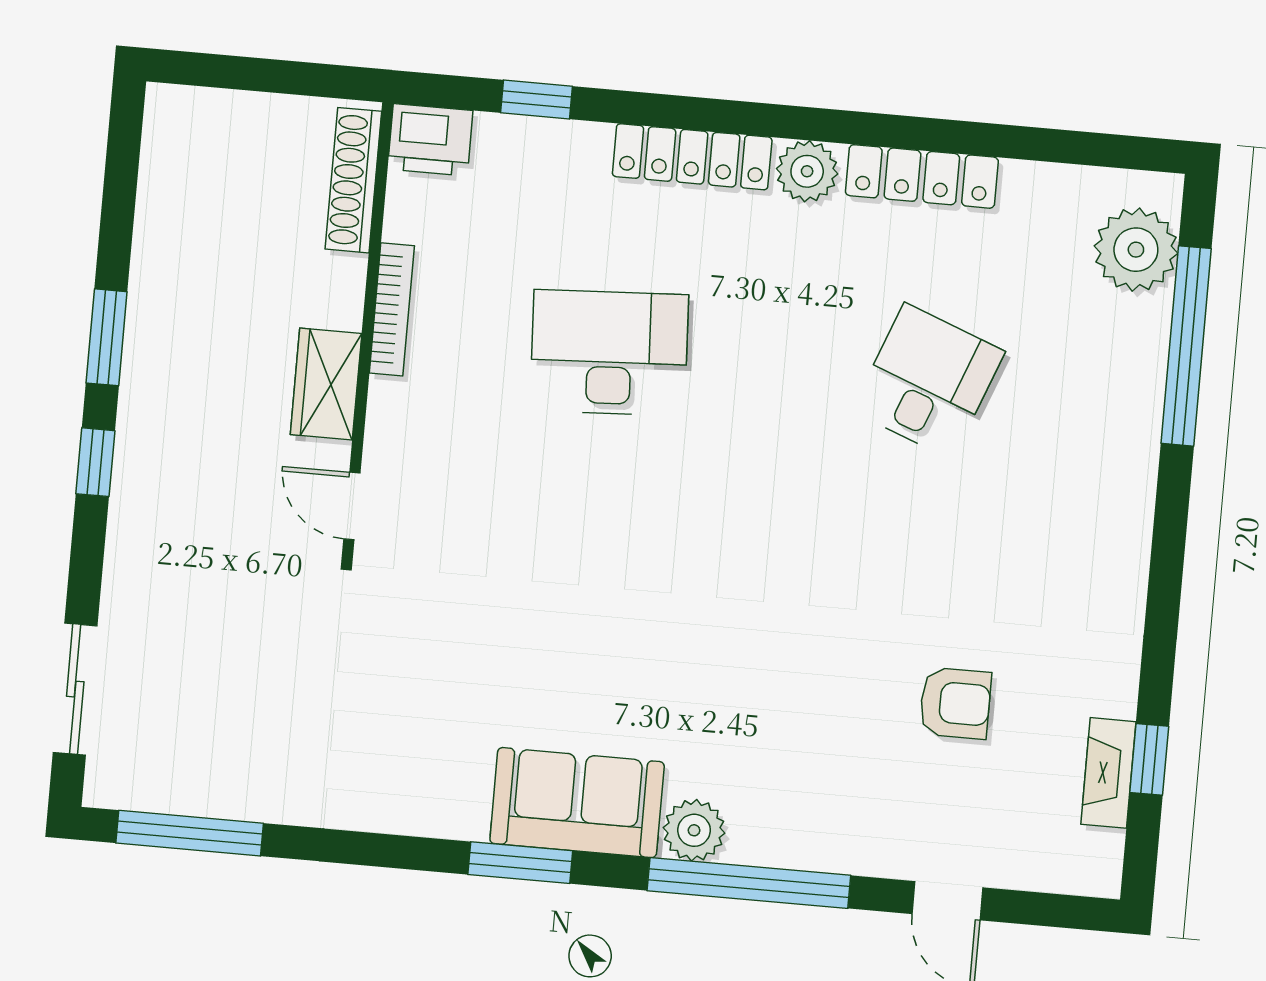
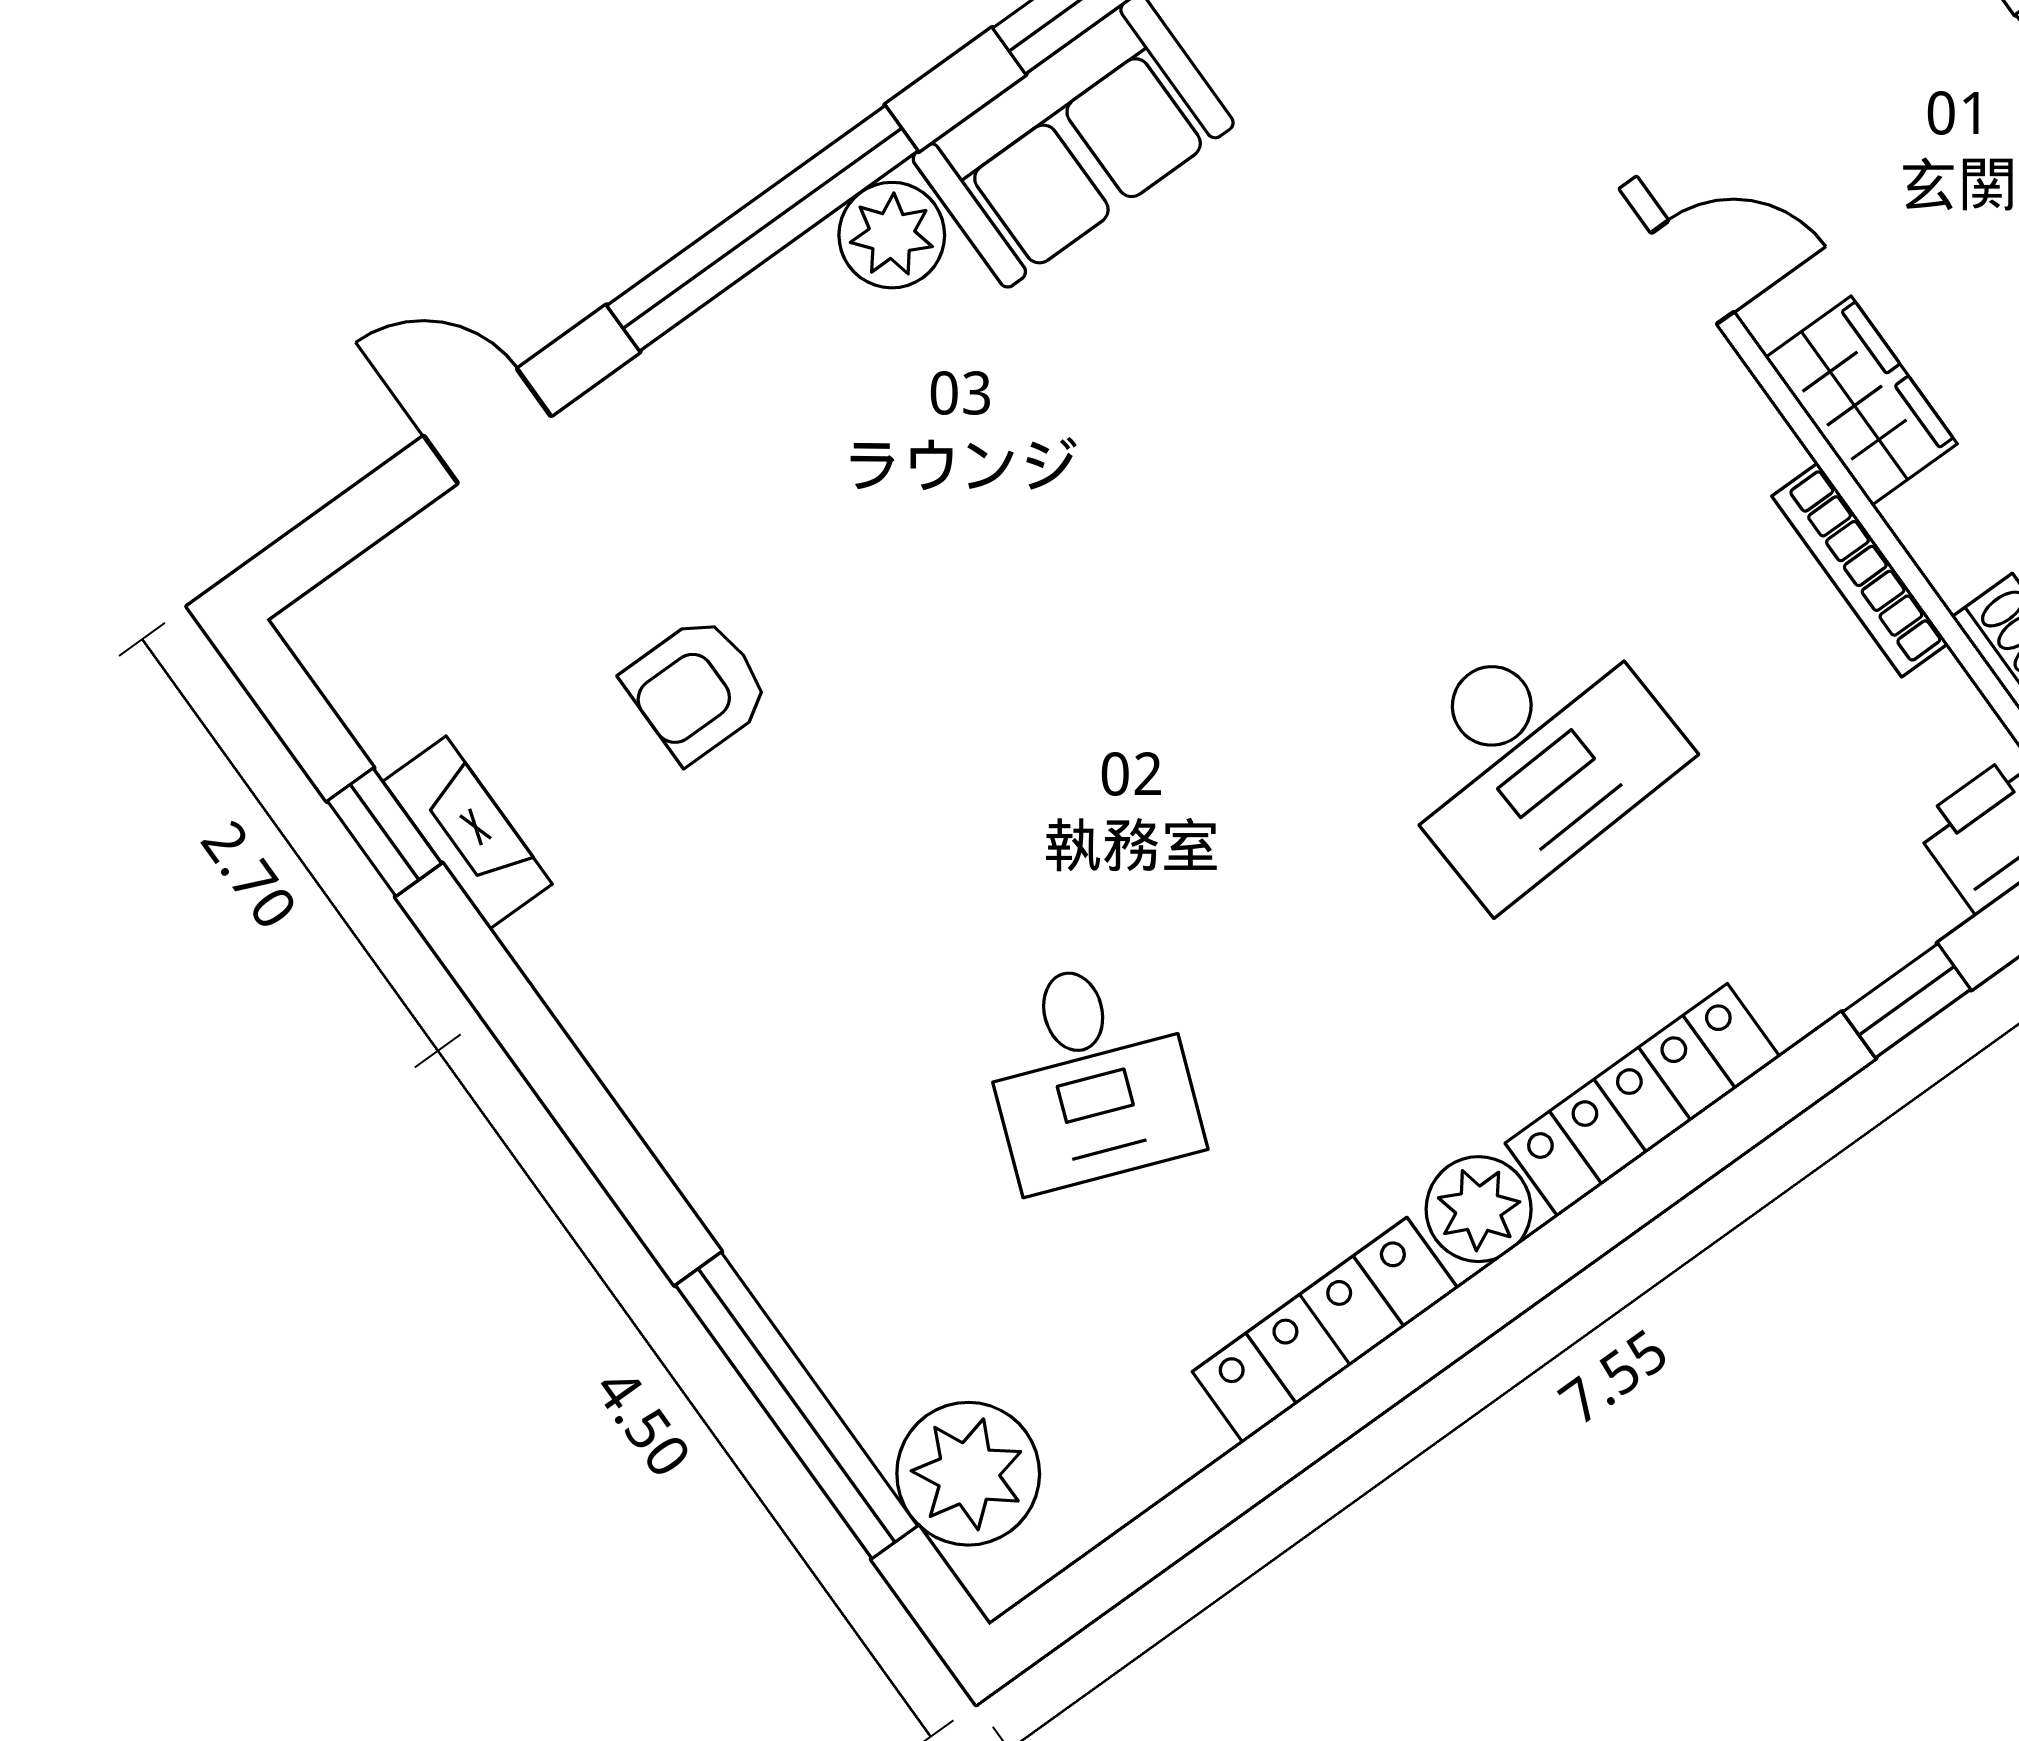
fireplace: (1108, 773) -> (468, 833), moved

